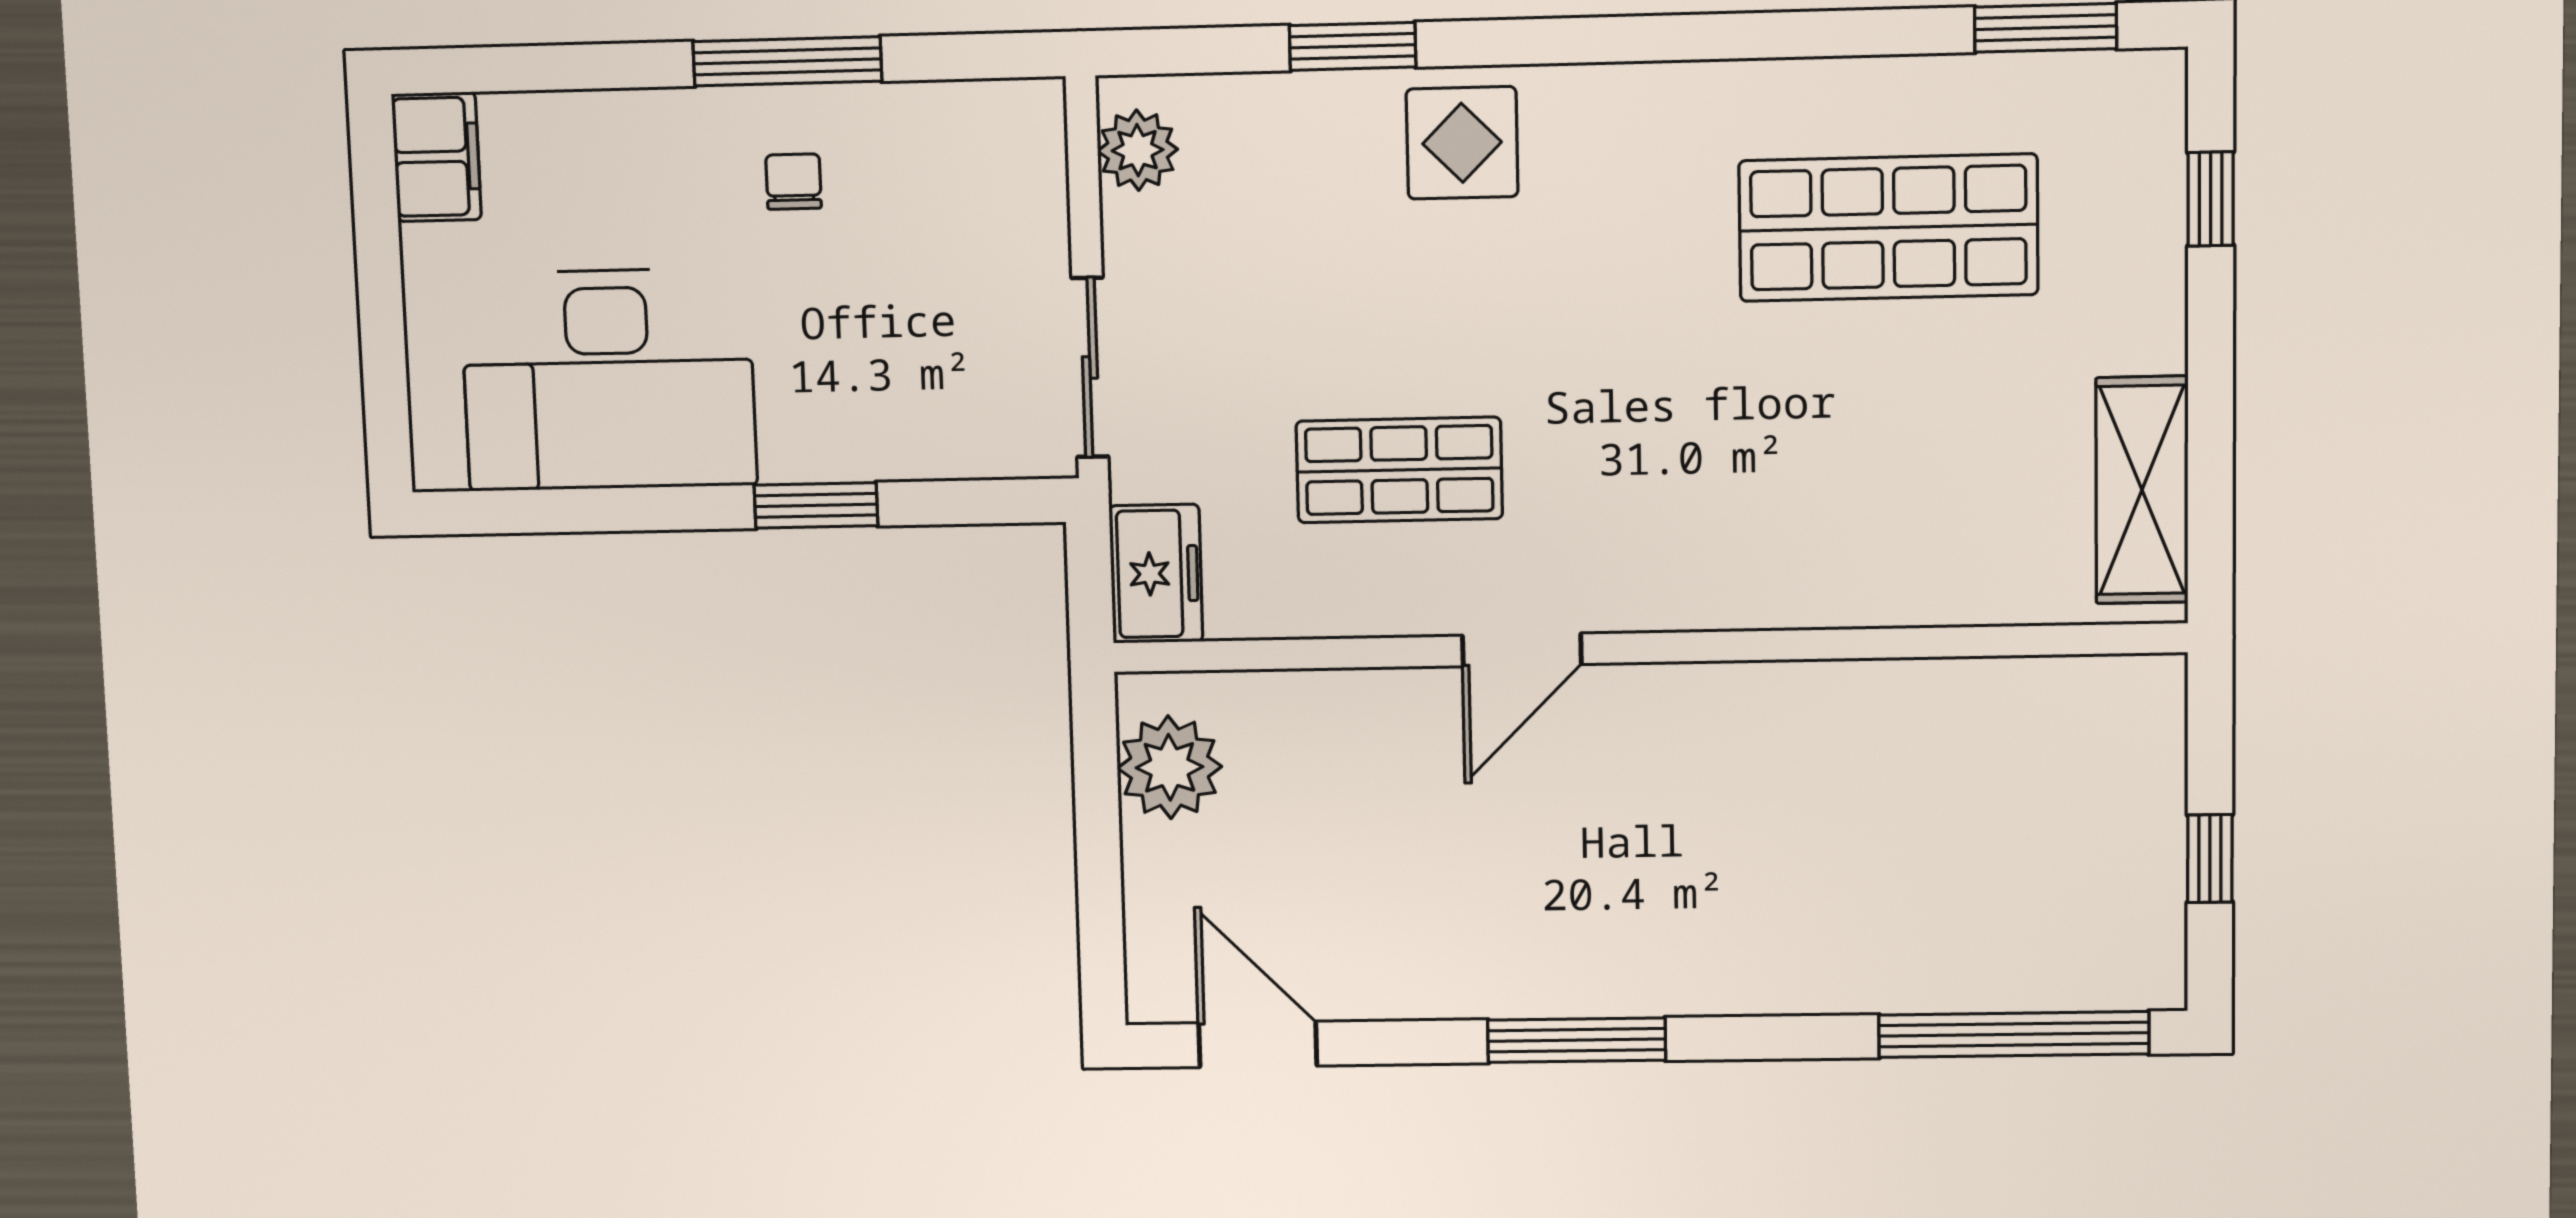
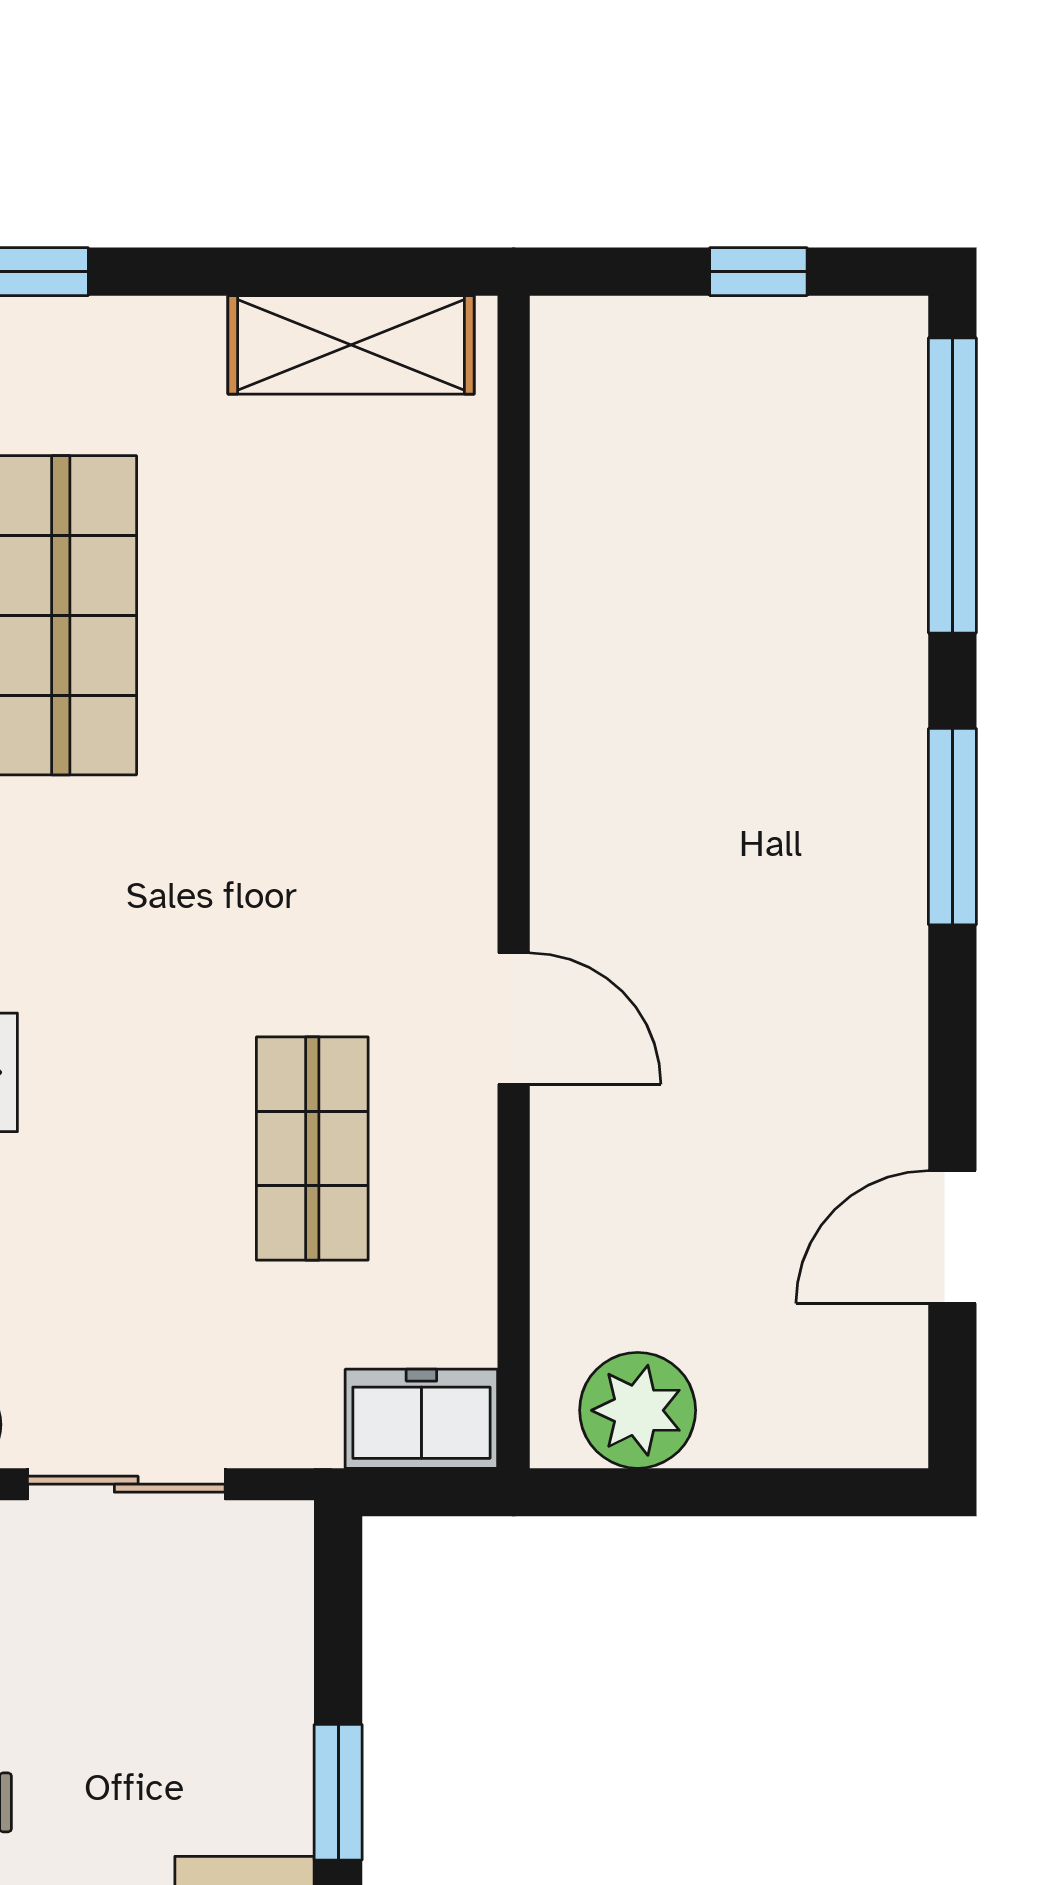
sliding door: (1090, 367) -> (126, 1484), moved
window: (1577, 1040) -> (952, 827), moved
door: (1258, 1044) -> (952, 1237), moved

